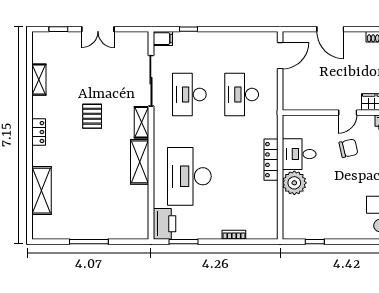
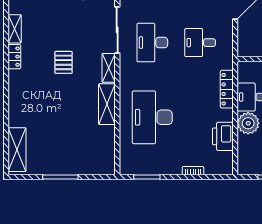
desk: (242, 95) -> (200, 43), width x0.73
locker: (39, 132) -> (14, 57), moved
locker: (271, 160) -> (227, 89), moved
shelving: (41, 191) -> (17, 150), moved
printer: (164, 224) -> (223, 136), moved, turned 180

